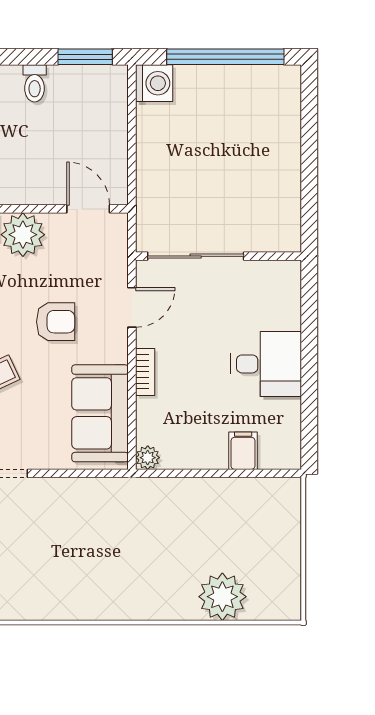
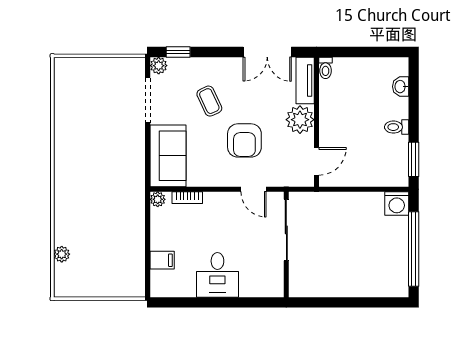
armchair: (56, 322) -> (244, 140), width x1.38, depth x1.38
bookcase: (145, 372) -> (187, 198), moved
sofa: (100, 413) -> (168, 156), moved, turned 90
plant: (222, 597) -> (62, 254), width x0.53, depth x0.53

